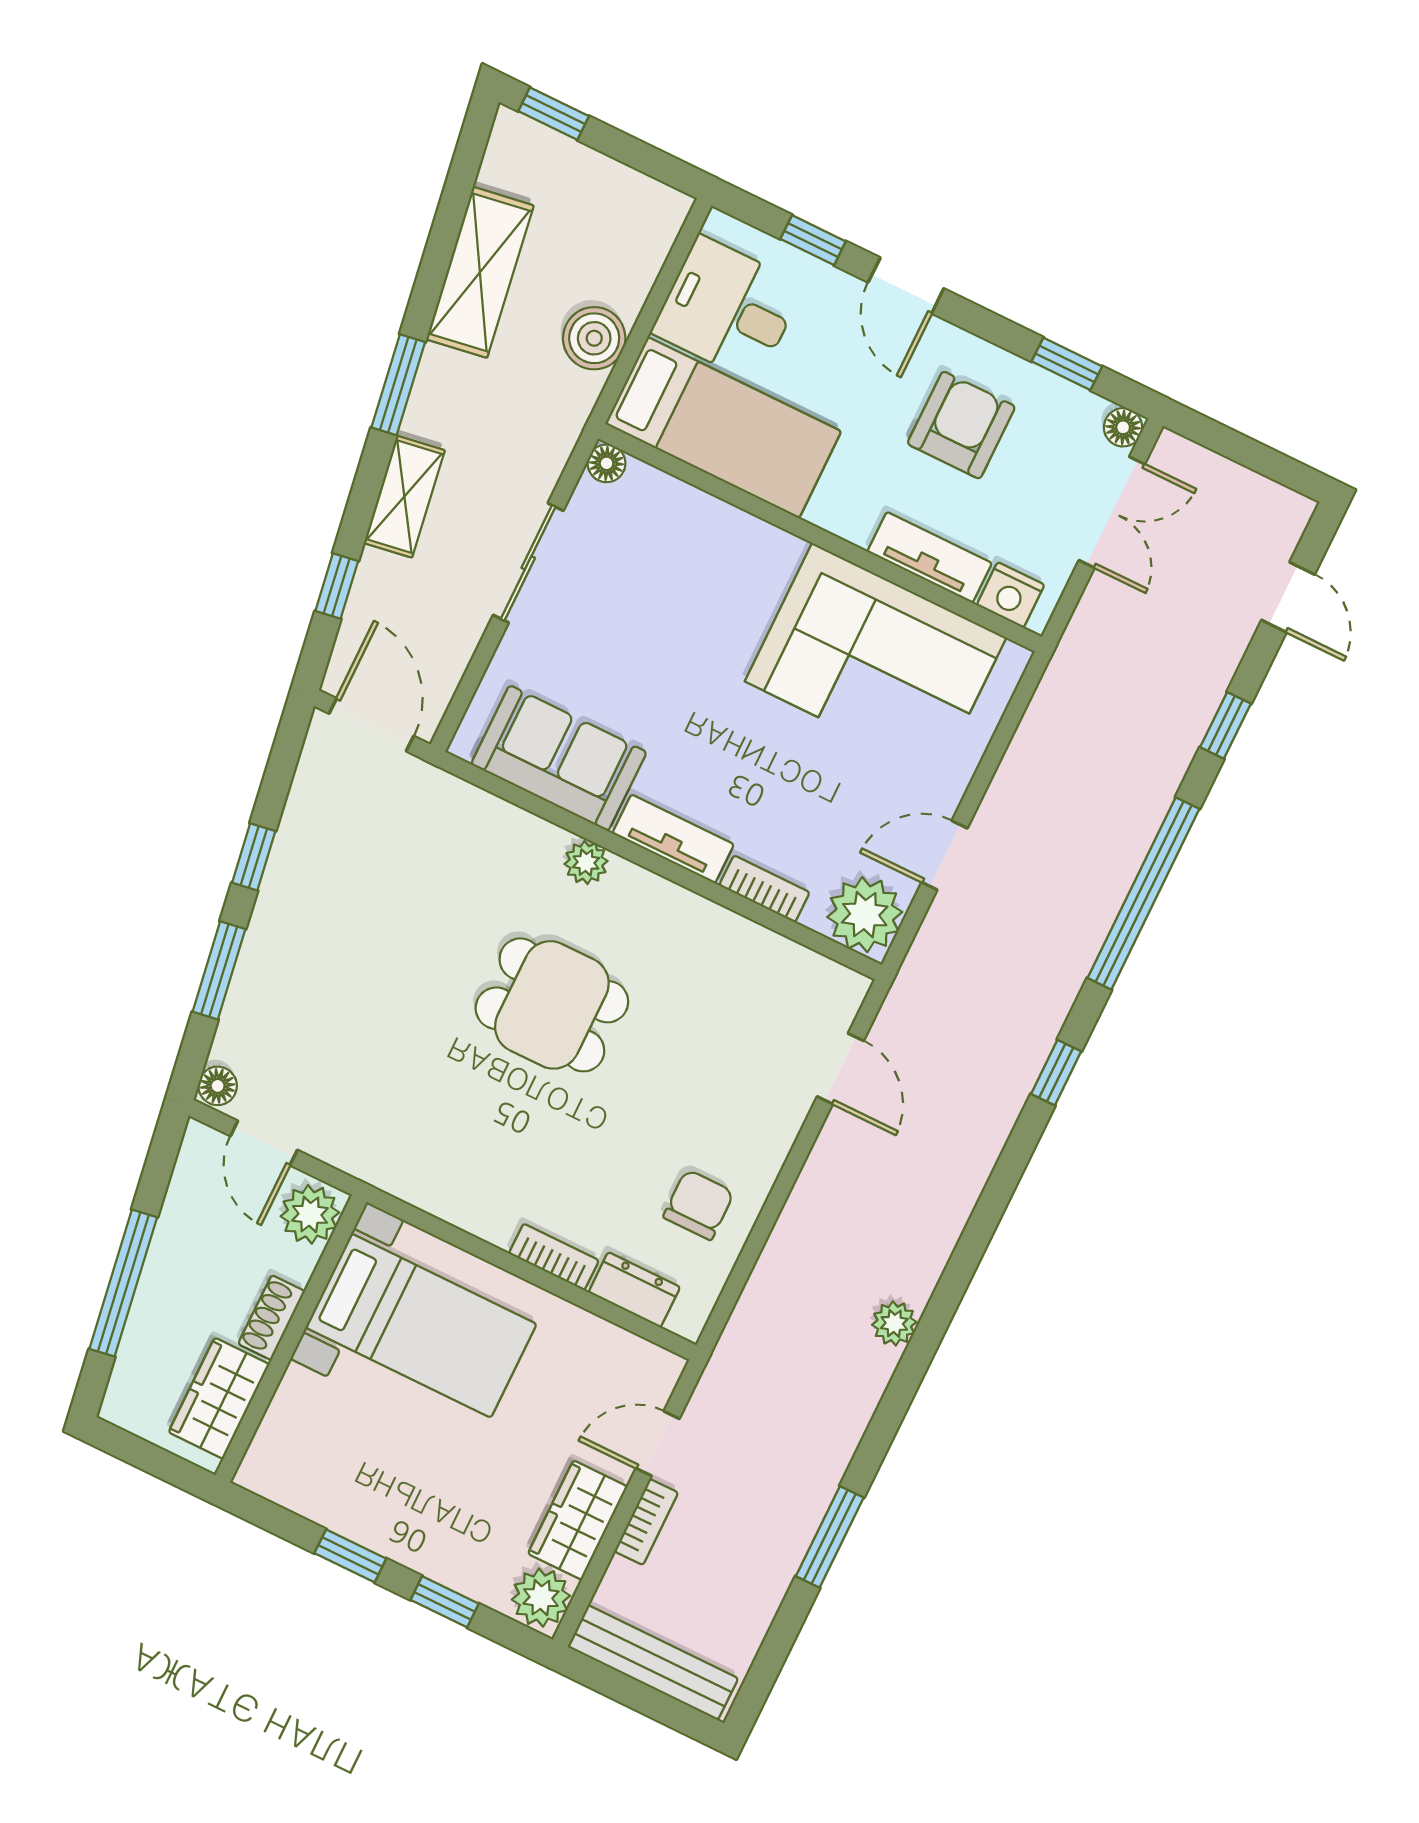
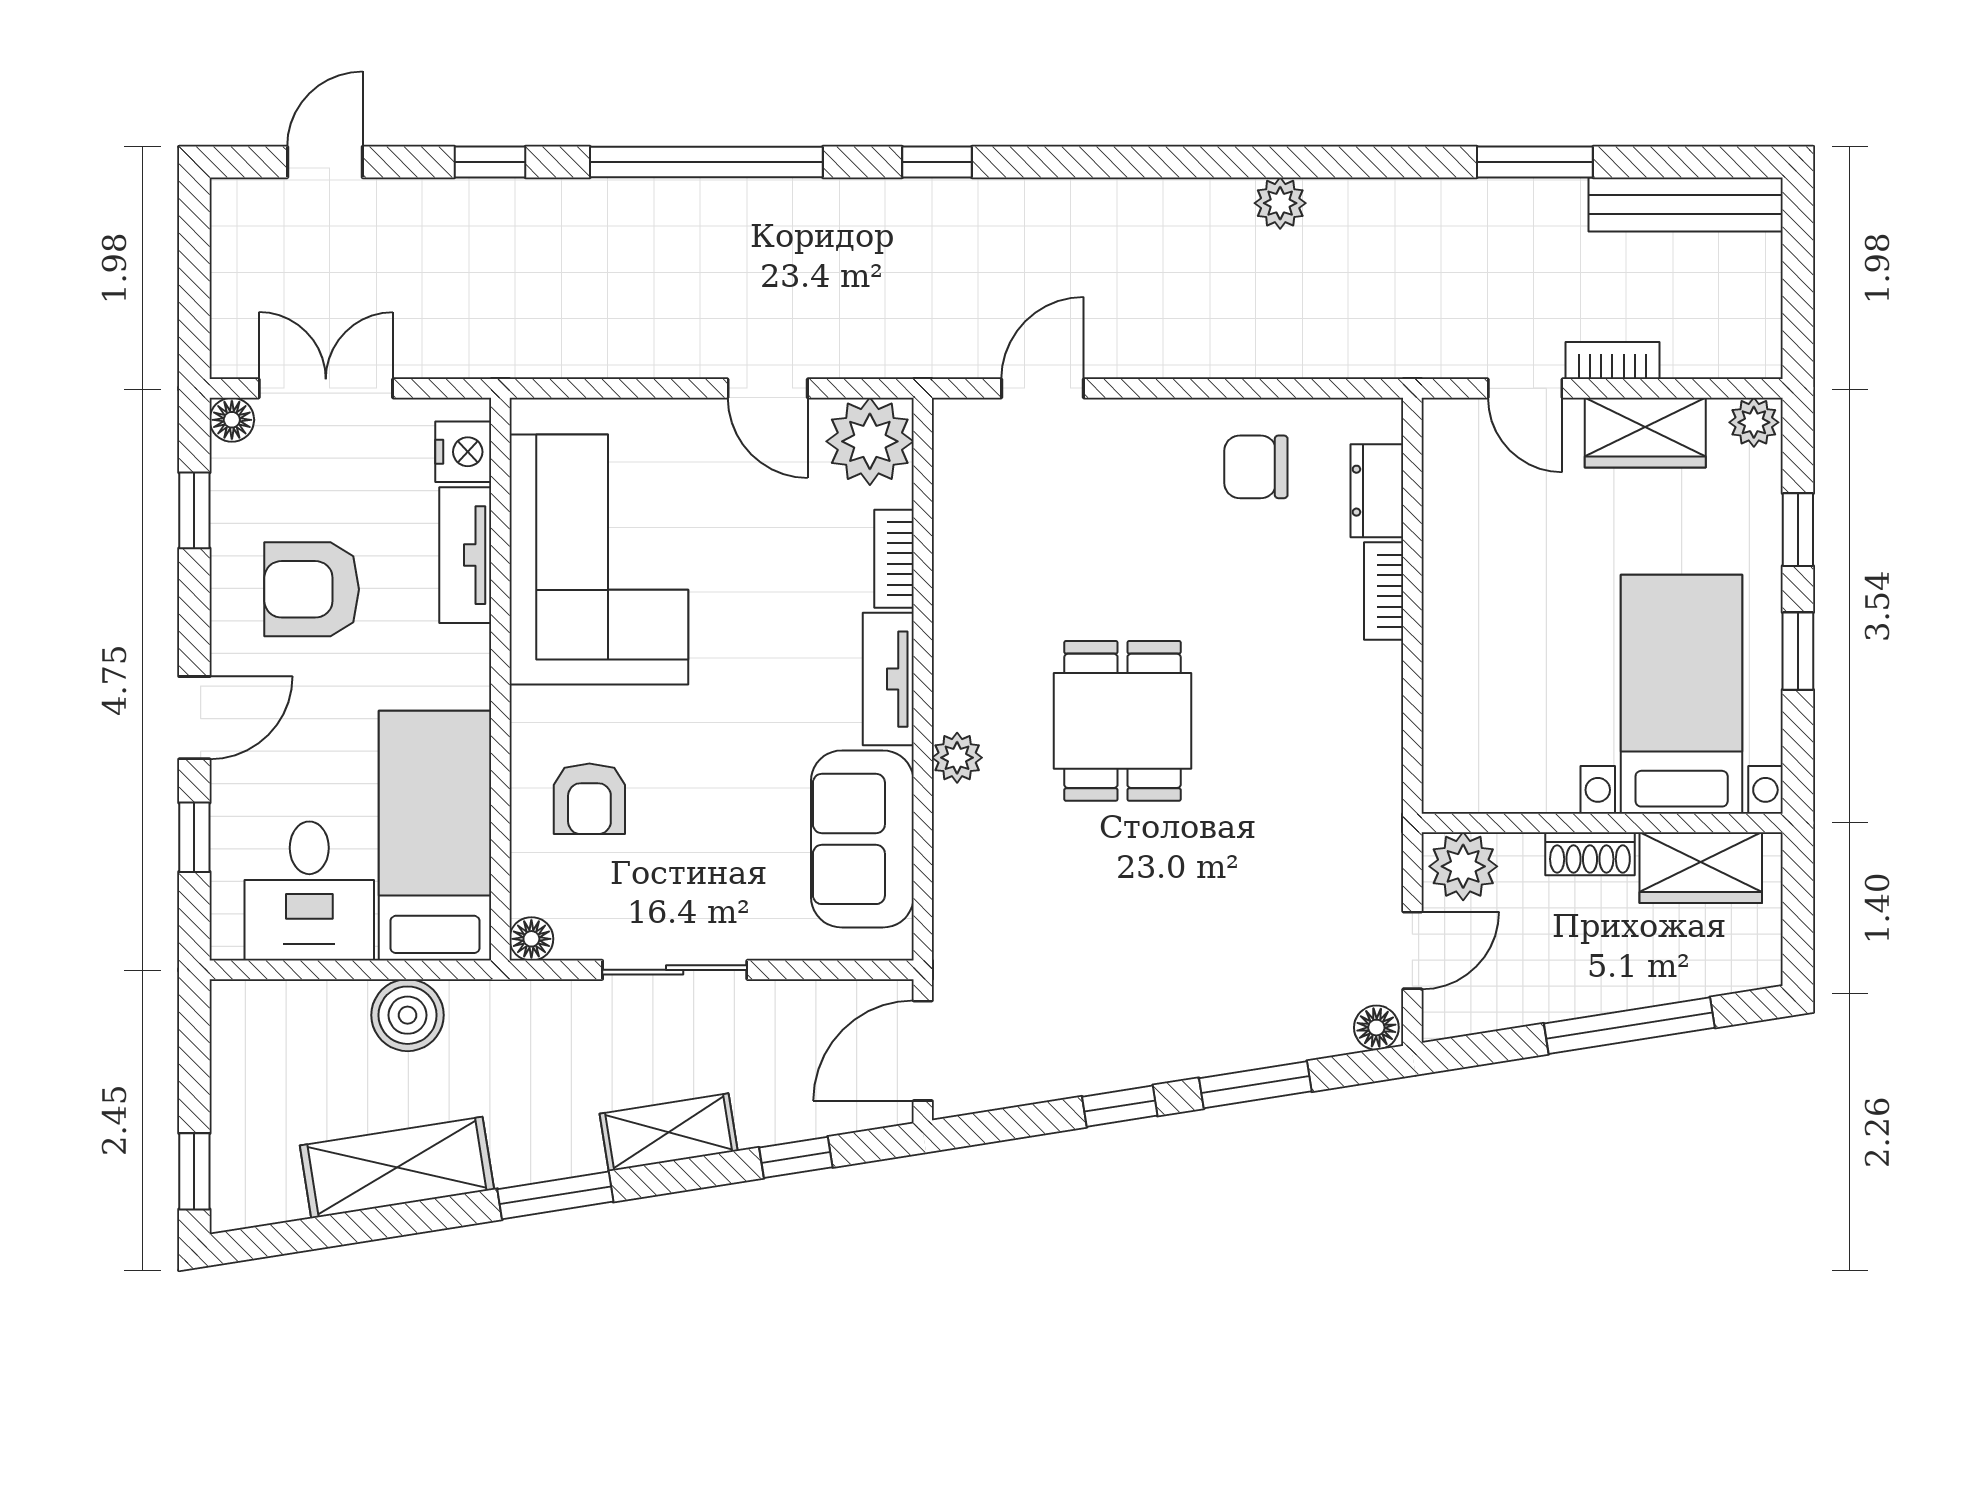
armchair: (693, 561) -> (589, 799), added
bed with nightstands: (421, 1326) -> (1682, 694), moved
plant: (541, 1598) -> (1754, 422), width x0.73, depth x0.73
bench: (653, 1663) -> (1686, 204), moved, turned 90

